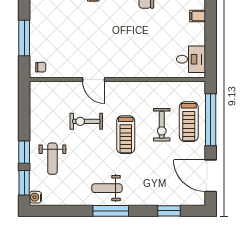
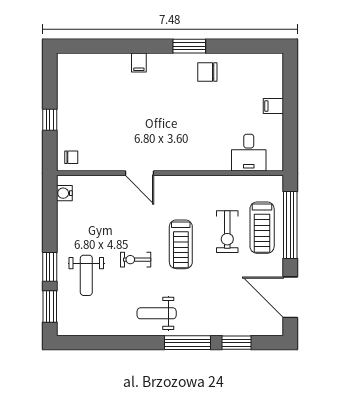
filing cabinet: (198, 16) -> (273, 106), moved
window: (24, 38) -> (50, 120), width x0.46
desk: (191, 59) -> (249, 153), moved, turned 90
exercise bike: (86, 121) -> (136, 260), moved, width x0.73, depth x0.72
water cooler: (35, 197) -> (64, 193), moved
window: (111, 211) -> (188, 343), moved

